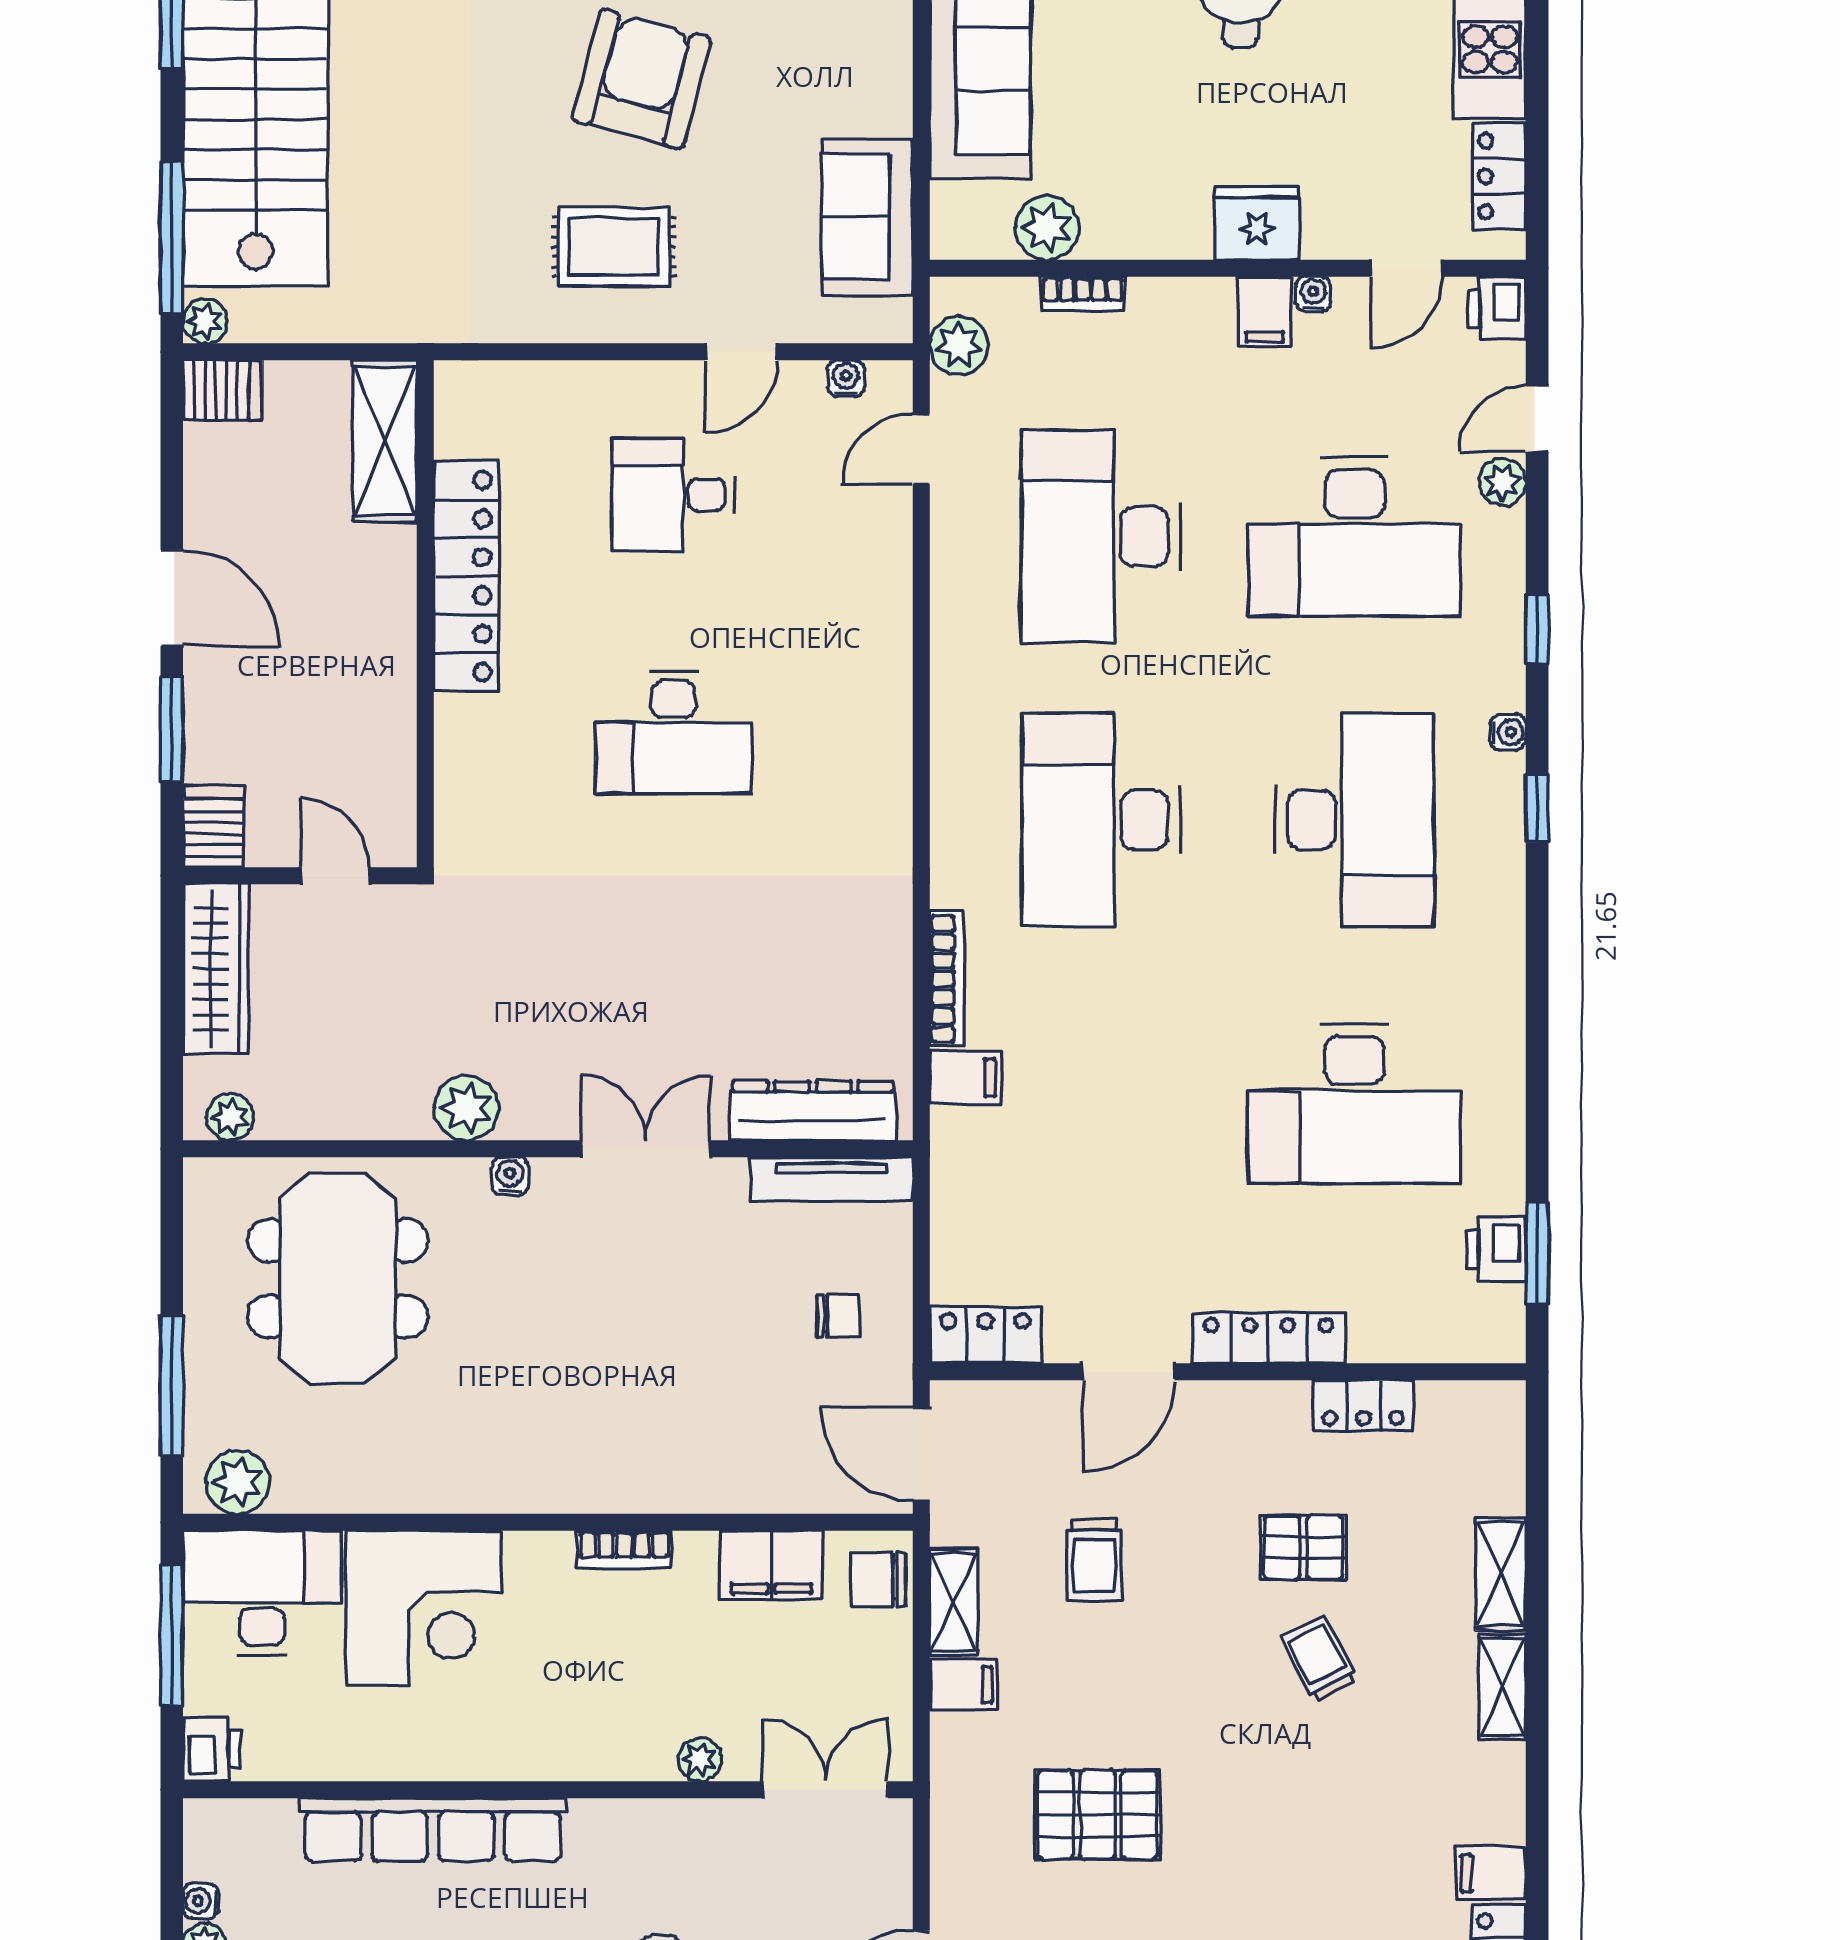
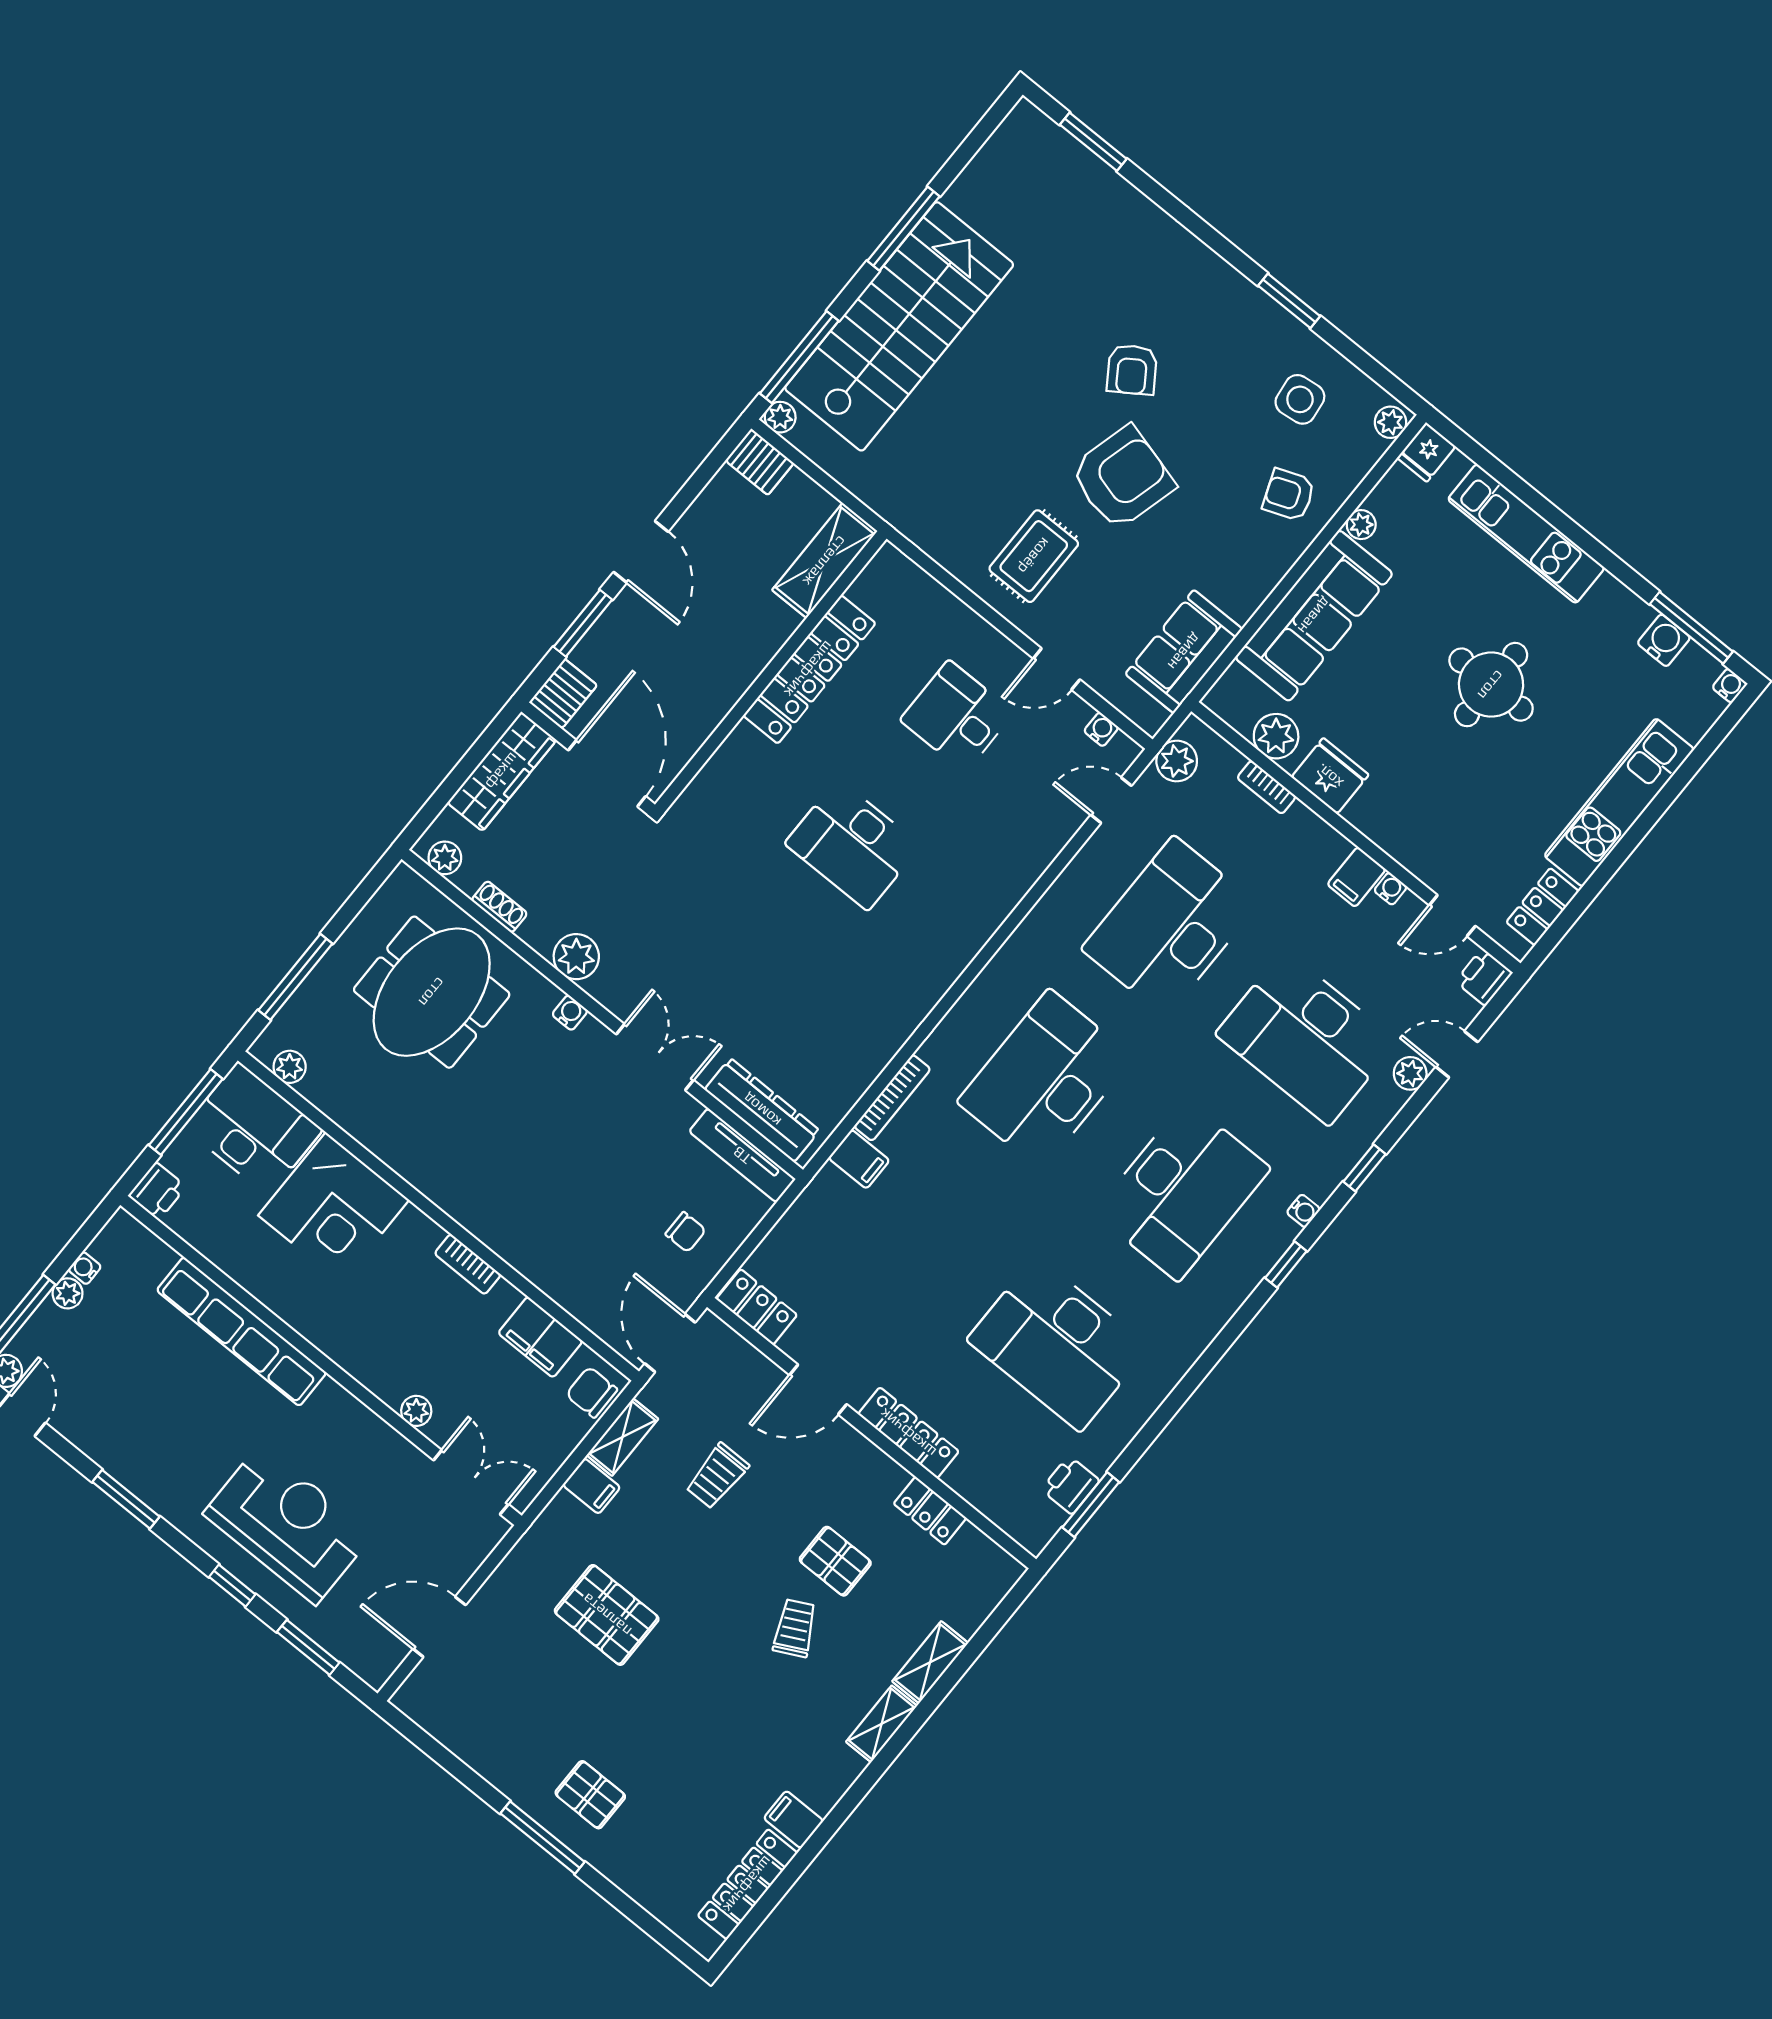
fridge: (1257, 223) -> (1330, 776), moved
rug: (614, 247) -> (1034, 556), turned 90
door: (335, 876) -> (607, 773), width x1.88
shoe rack: (336, 1122) -> (499, 907), added
plant: (238, 1482) -> (290, 1067), width x0.73, depth x0.73

